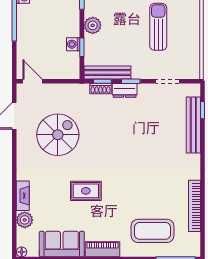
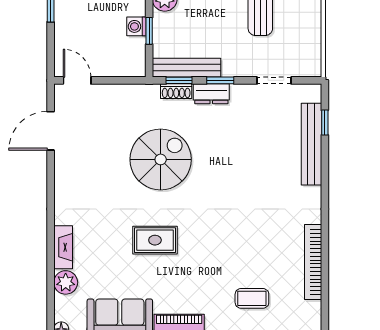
spiral stairs: (58, 135) -> (161, 159), moved
coffee table: (152, 231) -> (252, 298), width x0.54, depth x0.58

